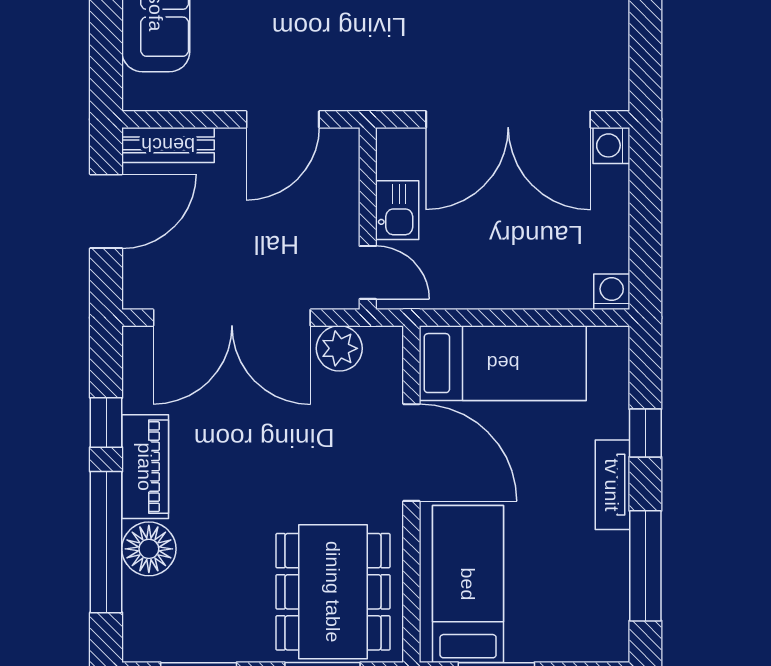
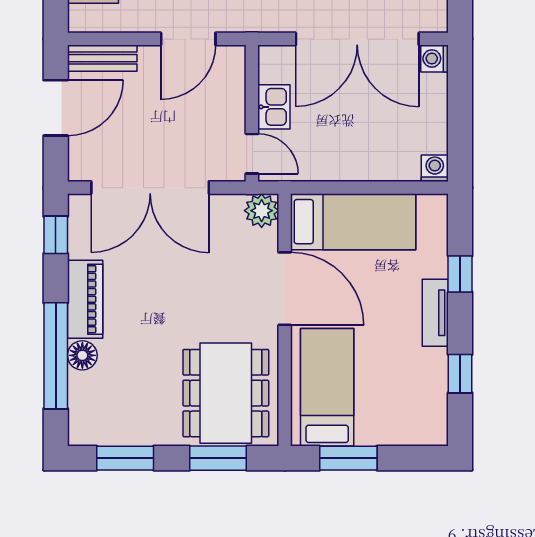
plant: (339, 348) -> (262, 211), moved
window: (106, 423) -> (56, 235), moved
floor lamp: (149, 549) -> (82, 355), width x0.73, depth x0.73
window: (645, 566) -> (460, 374), width x0.46

